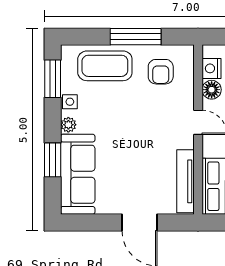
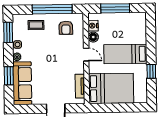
window: (136, 37) -> (52, 9), width x1.46
coffee table: (105, 66) -> (36, 25), width x0.54, depth x0.58
tv unit: (185, 181) -> (80, 86), width x0.71

